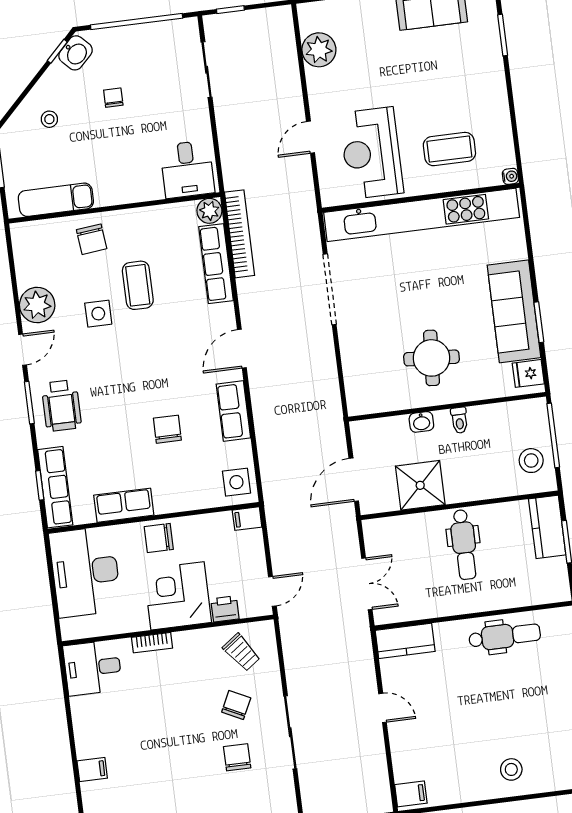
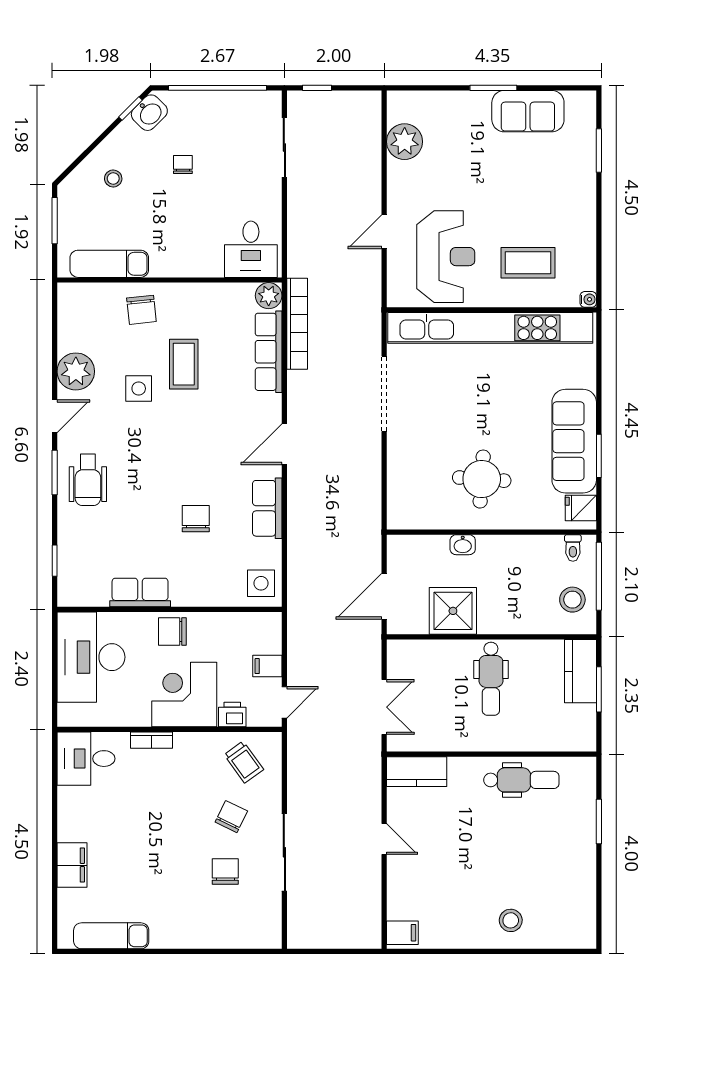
reception desk: (371, 153) -> (446, 257), turned 180
toilet: (459, 420) -> (573, 548), moved
row of seats: (55, 487) -> (71, 565), removed
filing cabinet: (247, 519) -> (267, 666), moved
filing cabinet: (92, 769) -> (72, 865), width x2.00

